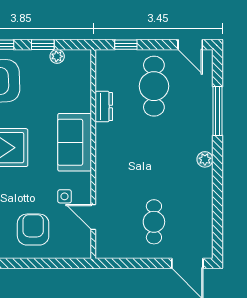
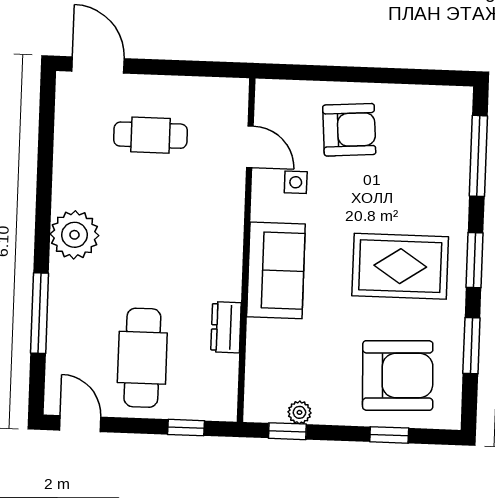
window: (43, 45) -> (287, 431), moved
plant: (205, 159) -> (74, 235), width x1.87, depth x1.87
cafe table: (154, 222) -> (151, 135), turned 90
armchair: (33, 230) -> (349, 130), turned -94

